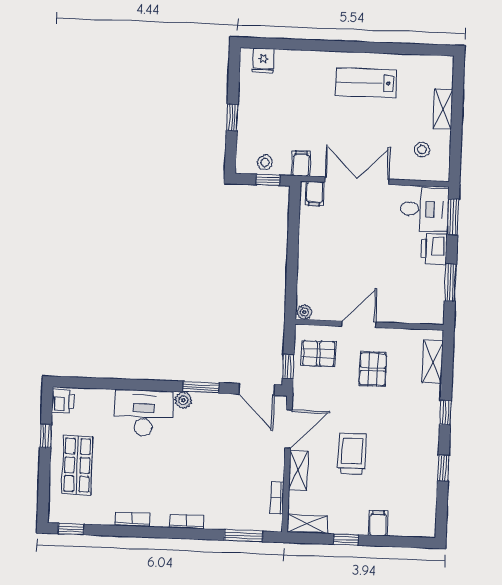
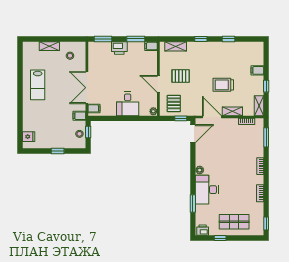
desk: (424, 209) -> (128, 104), moved, turned 180
filing cabinet: (435, 312) -> (151, 46), added
window: (201, 387) -> (193, 203), moved

